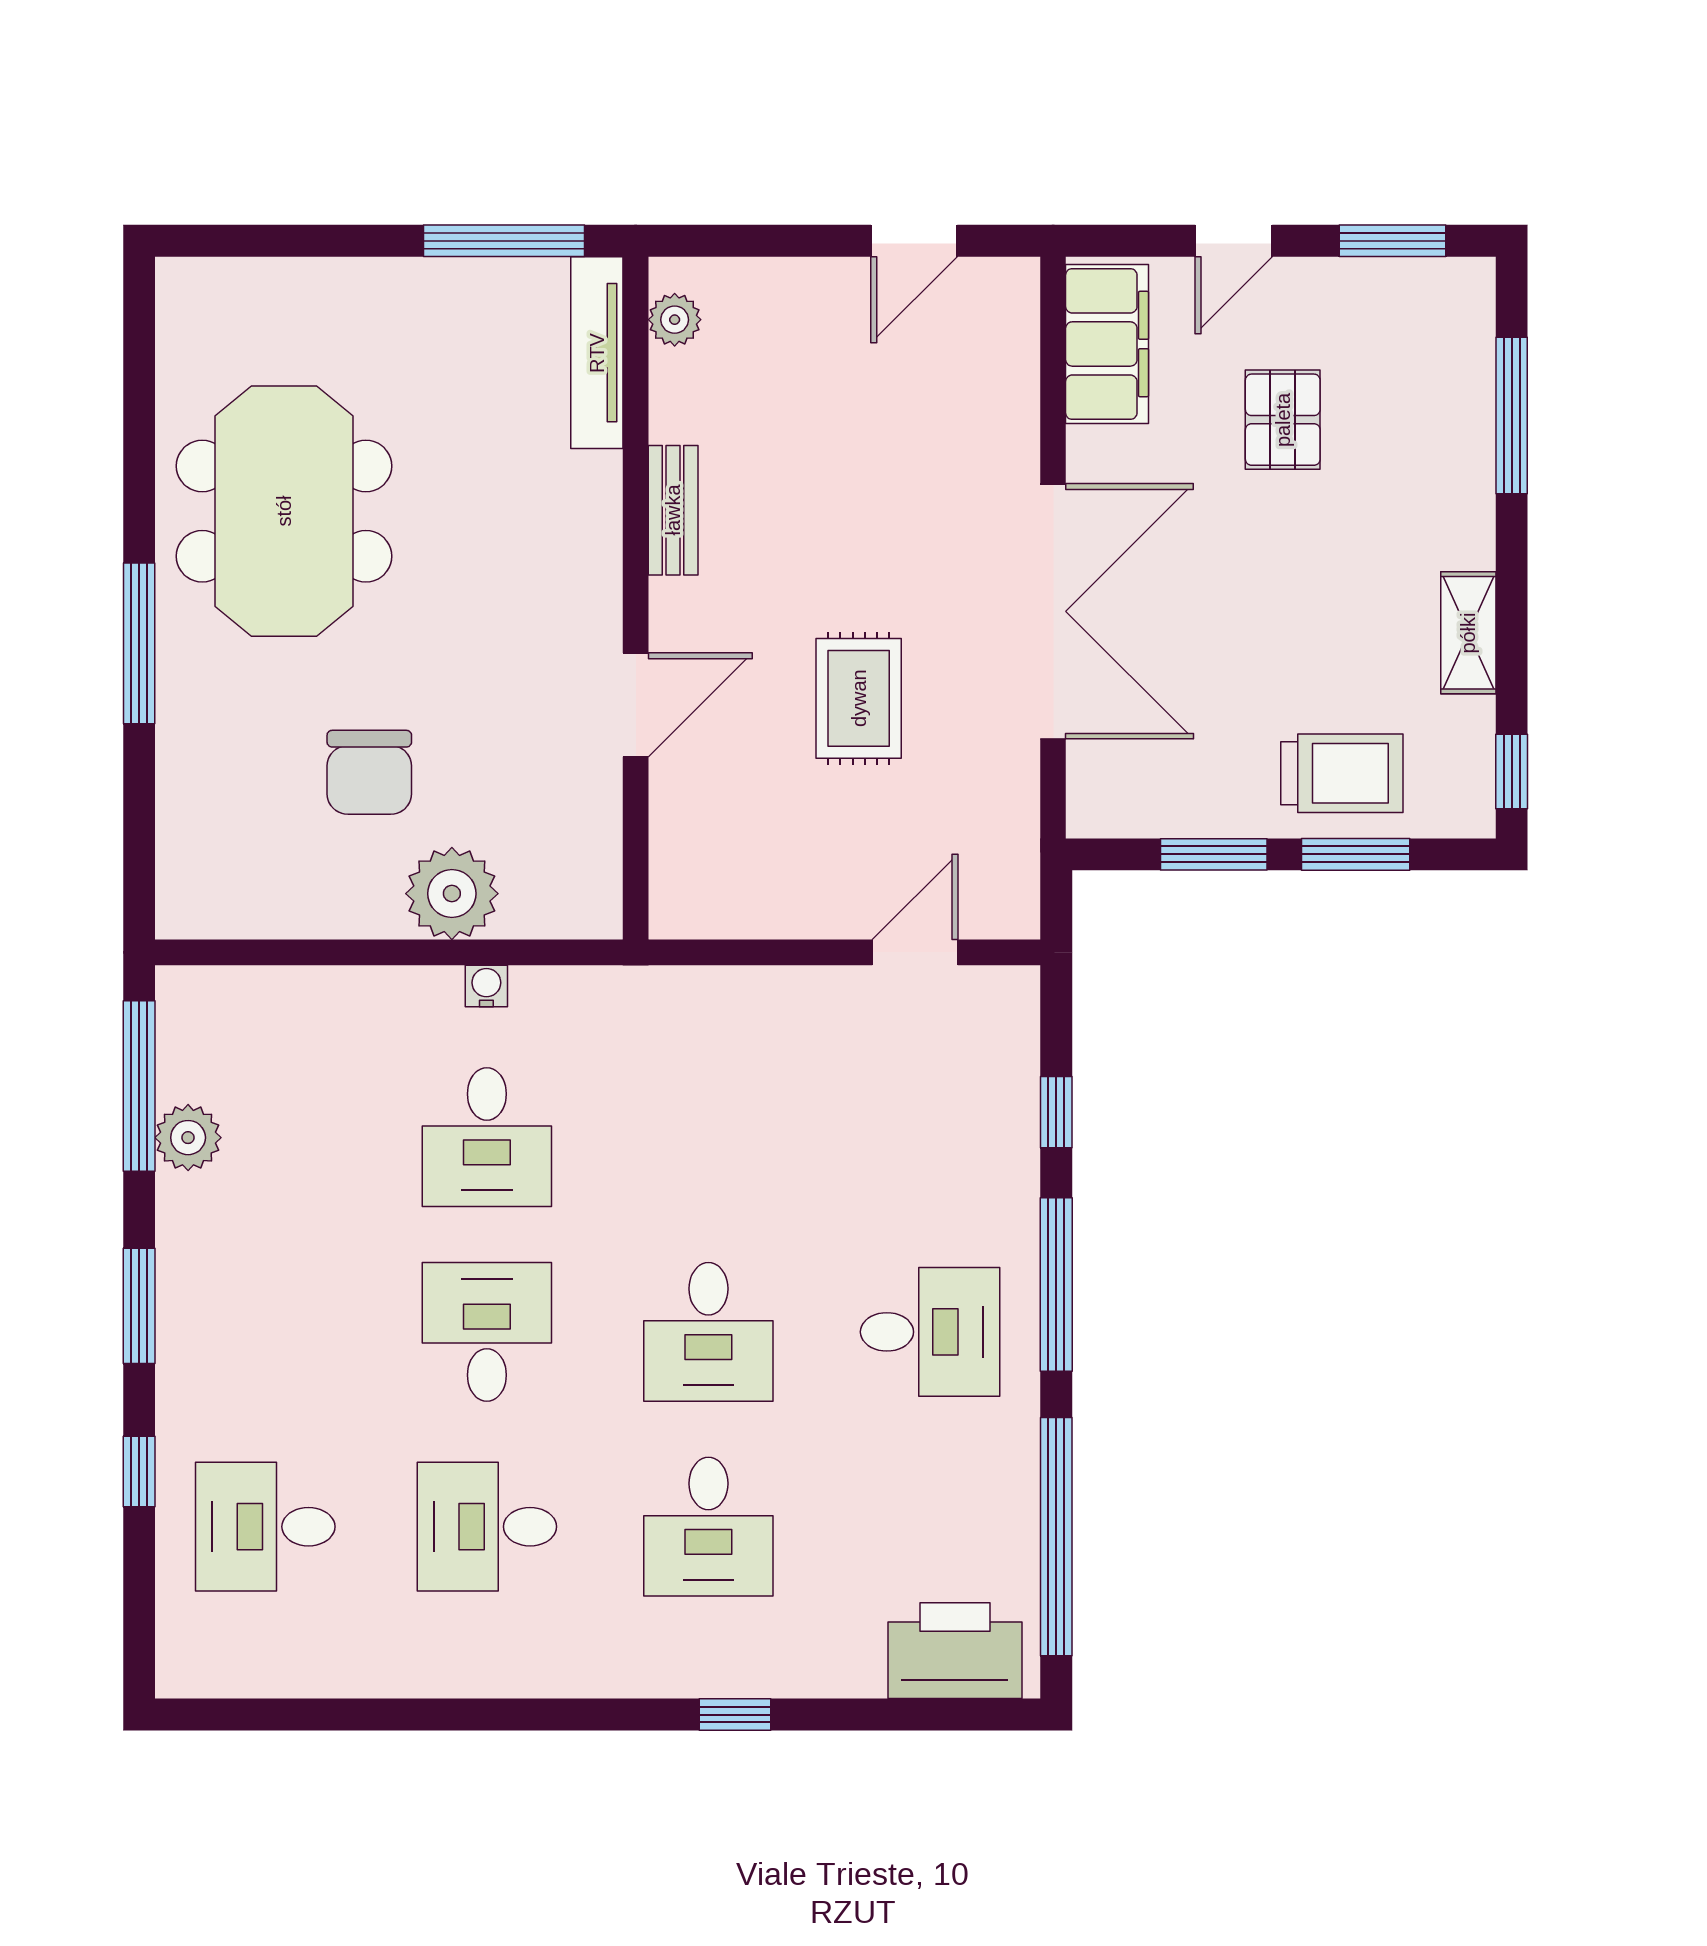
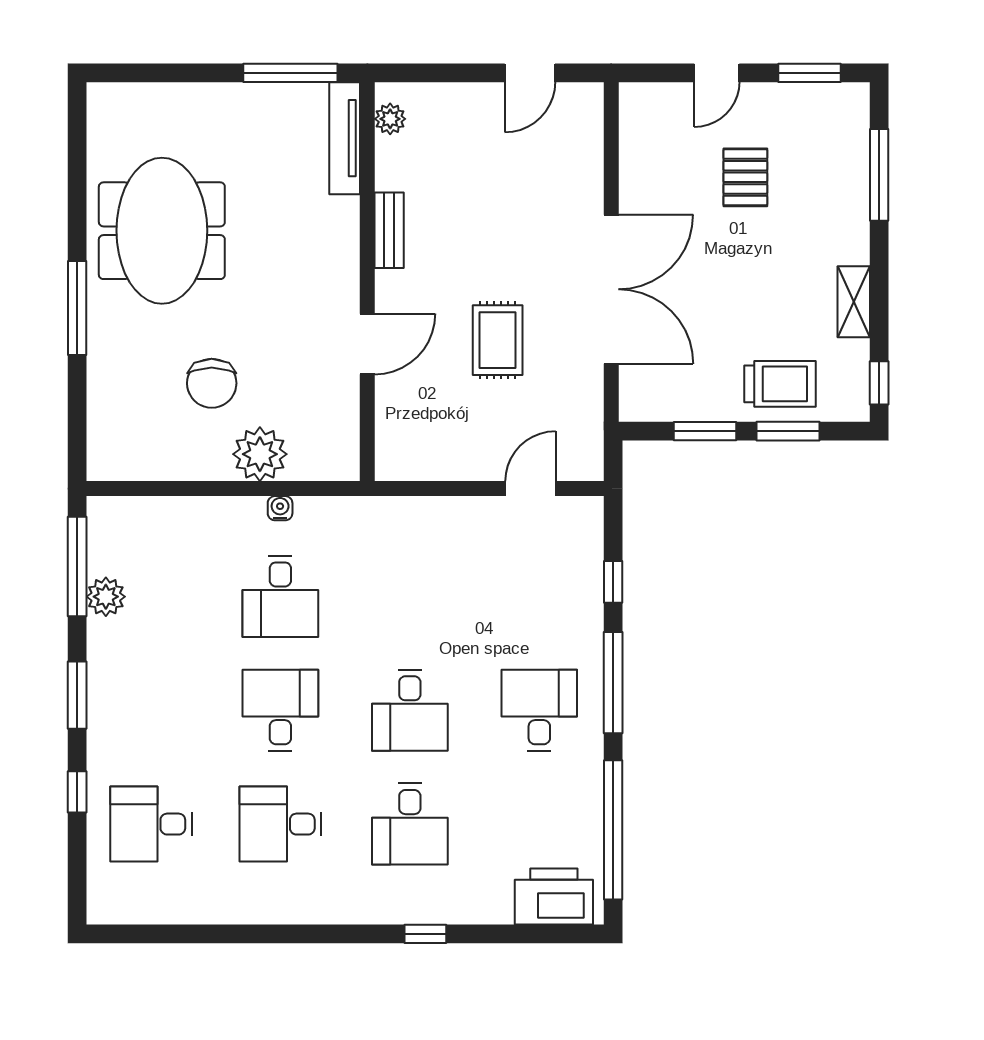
filing cabinet: (1107, 344) -> (643, 133), removed
desk: (930, 1332) -> (539, 710), turned -90

